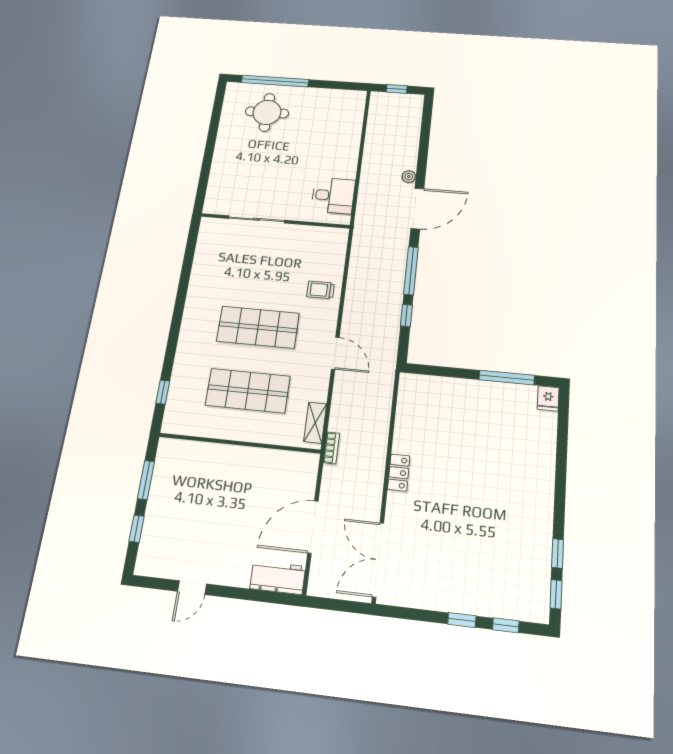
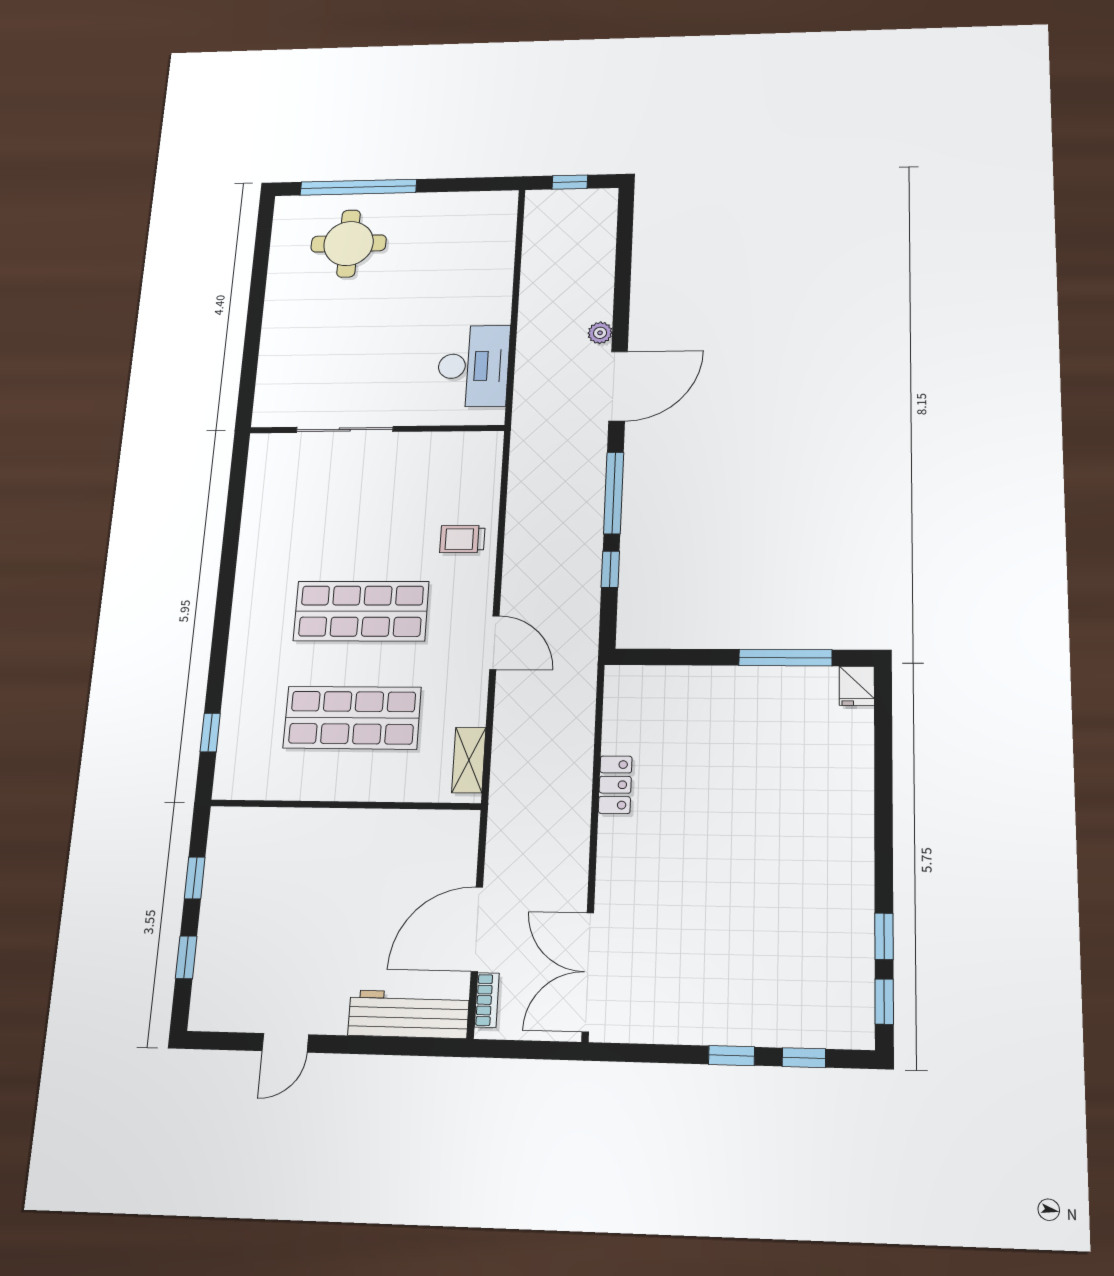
desk: (333, 196) -> (473, 366), width x1.37
bookcase: (331, 448) -> (487, 1000), moved
locker: (399, 473) -> (615, 785), moved
window: (146, 480) -> (195, 878), width x0.67
workbench: (278, 578) -> (409, 1014), width x1.38

